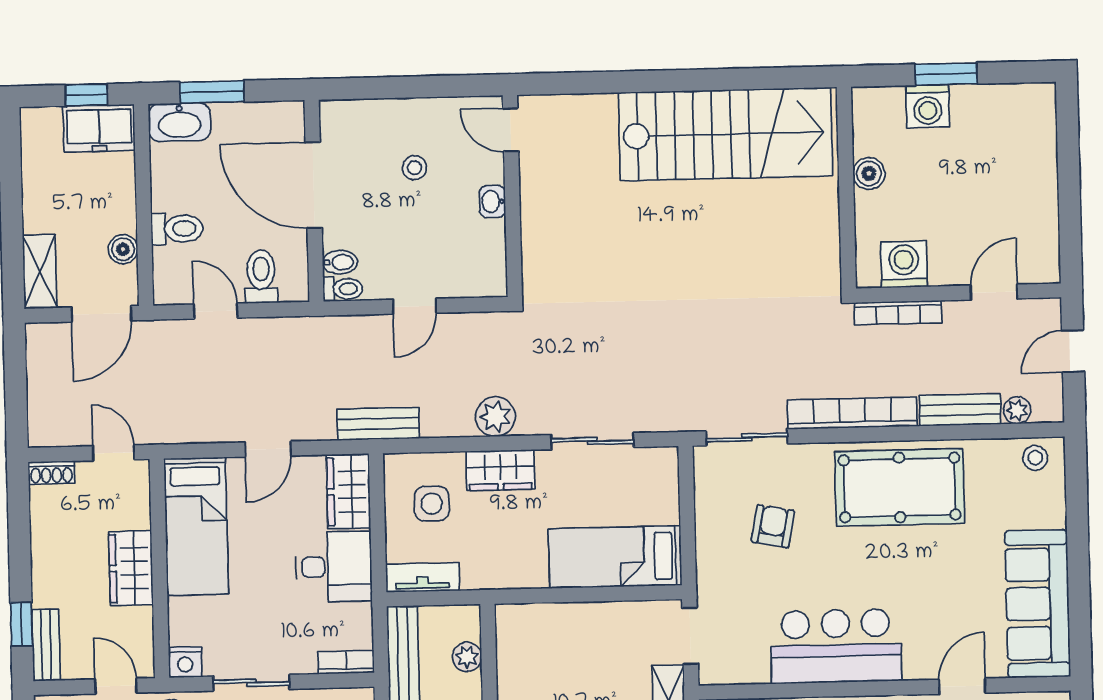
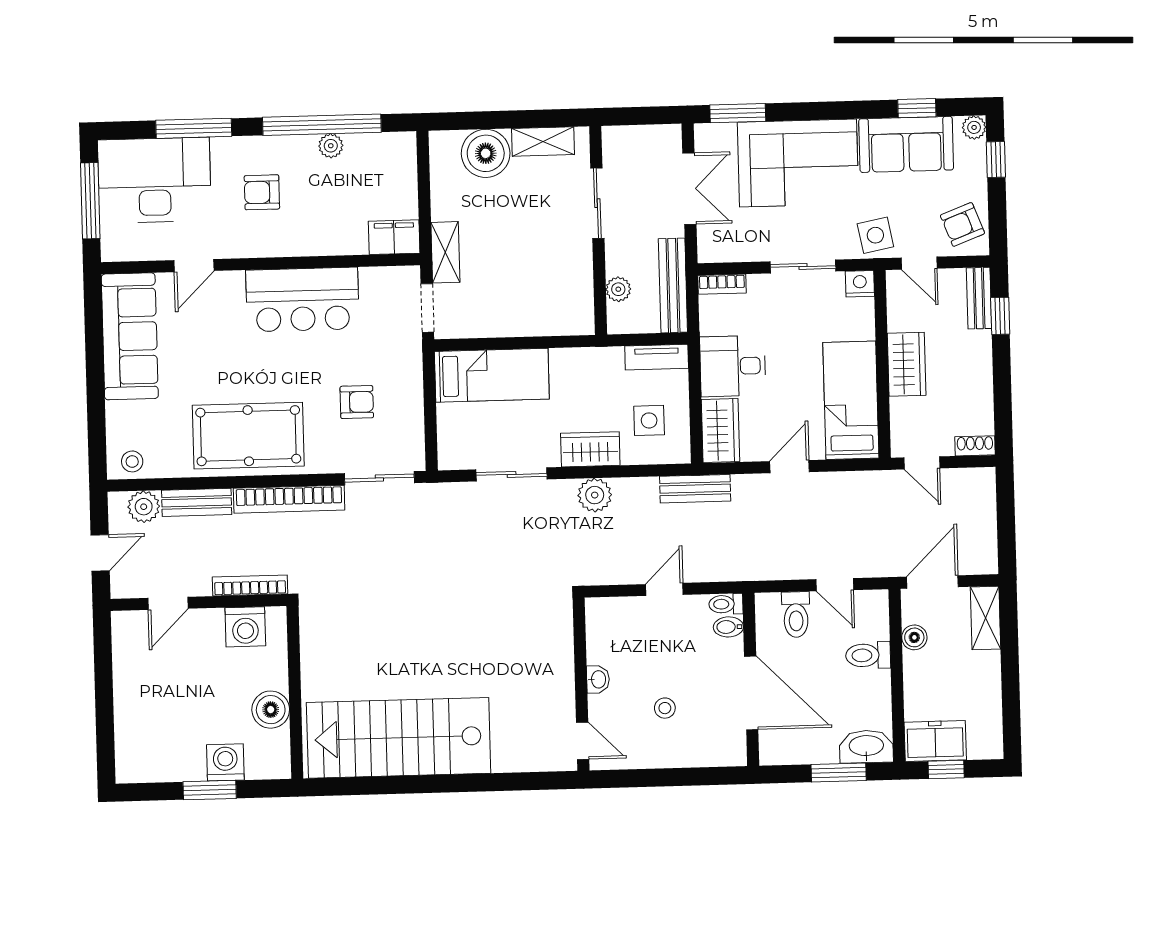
boiler: (869, 174) -> (271, 710), width x1.36, depth x1.36
plant: (1017, 410) -> (144, 507), width x1.38, depth x1.38
armchair: (773, 526) -> (357, 402), turned -101

